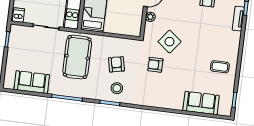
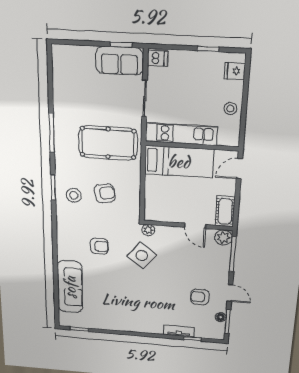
plant: (150, 17) -> (148, 230), moved
armchair: (155, 65) -> (99, 246), moved, turned 90
coffee table: (220, 67) -> (117, 313), removed
sofa: (32, 82) -> (120, 61), moved, turned 90
sofa: (201, 103) -> (70, 287), width x1.36

